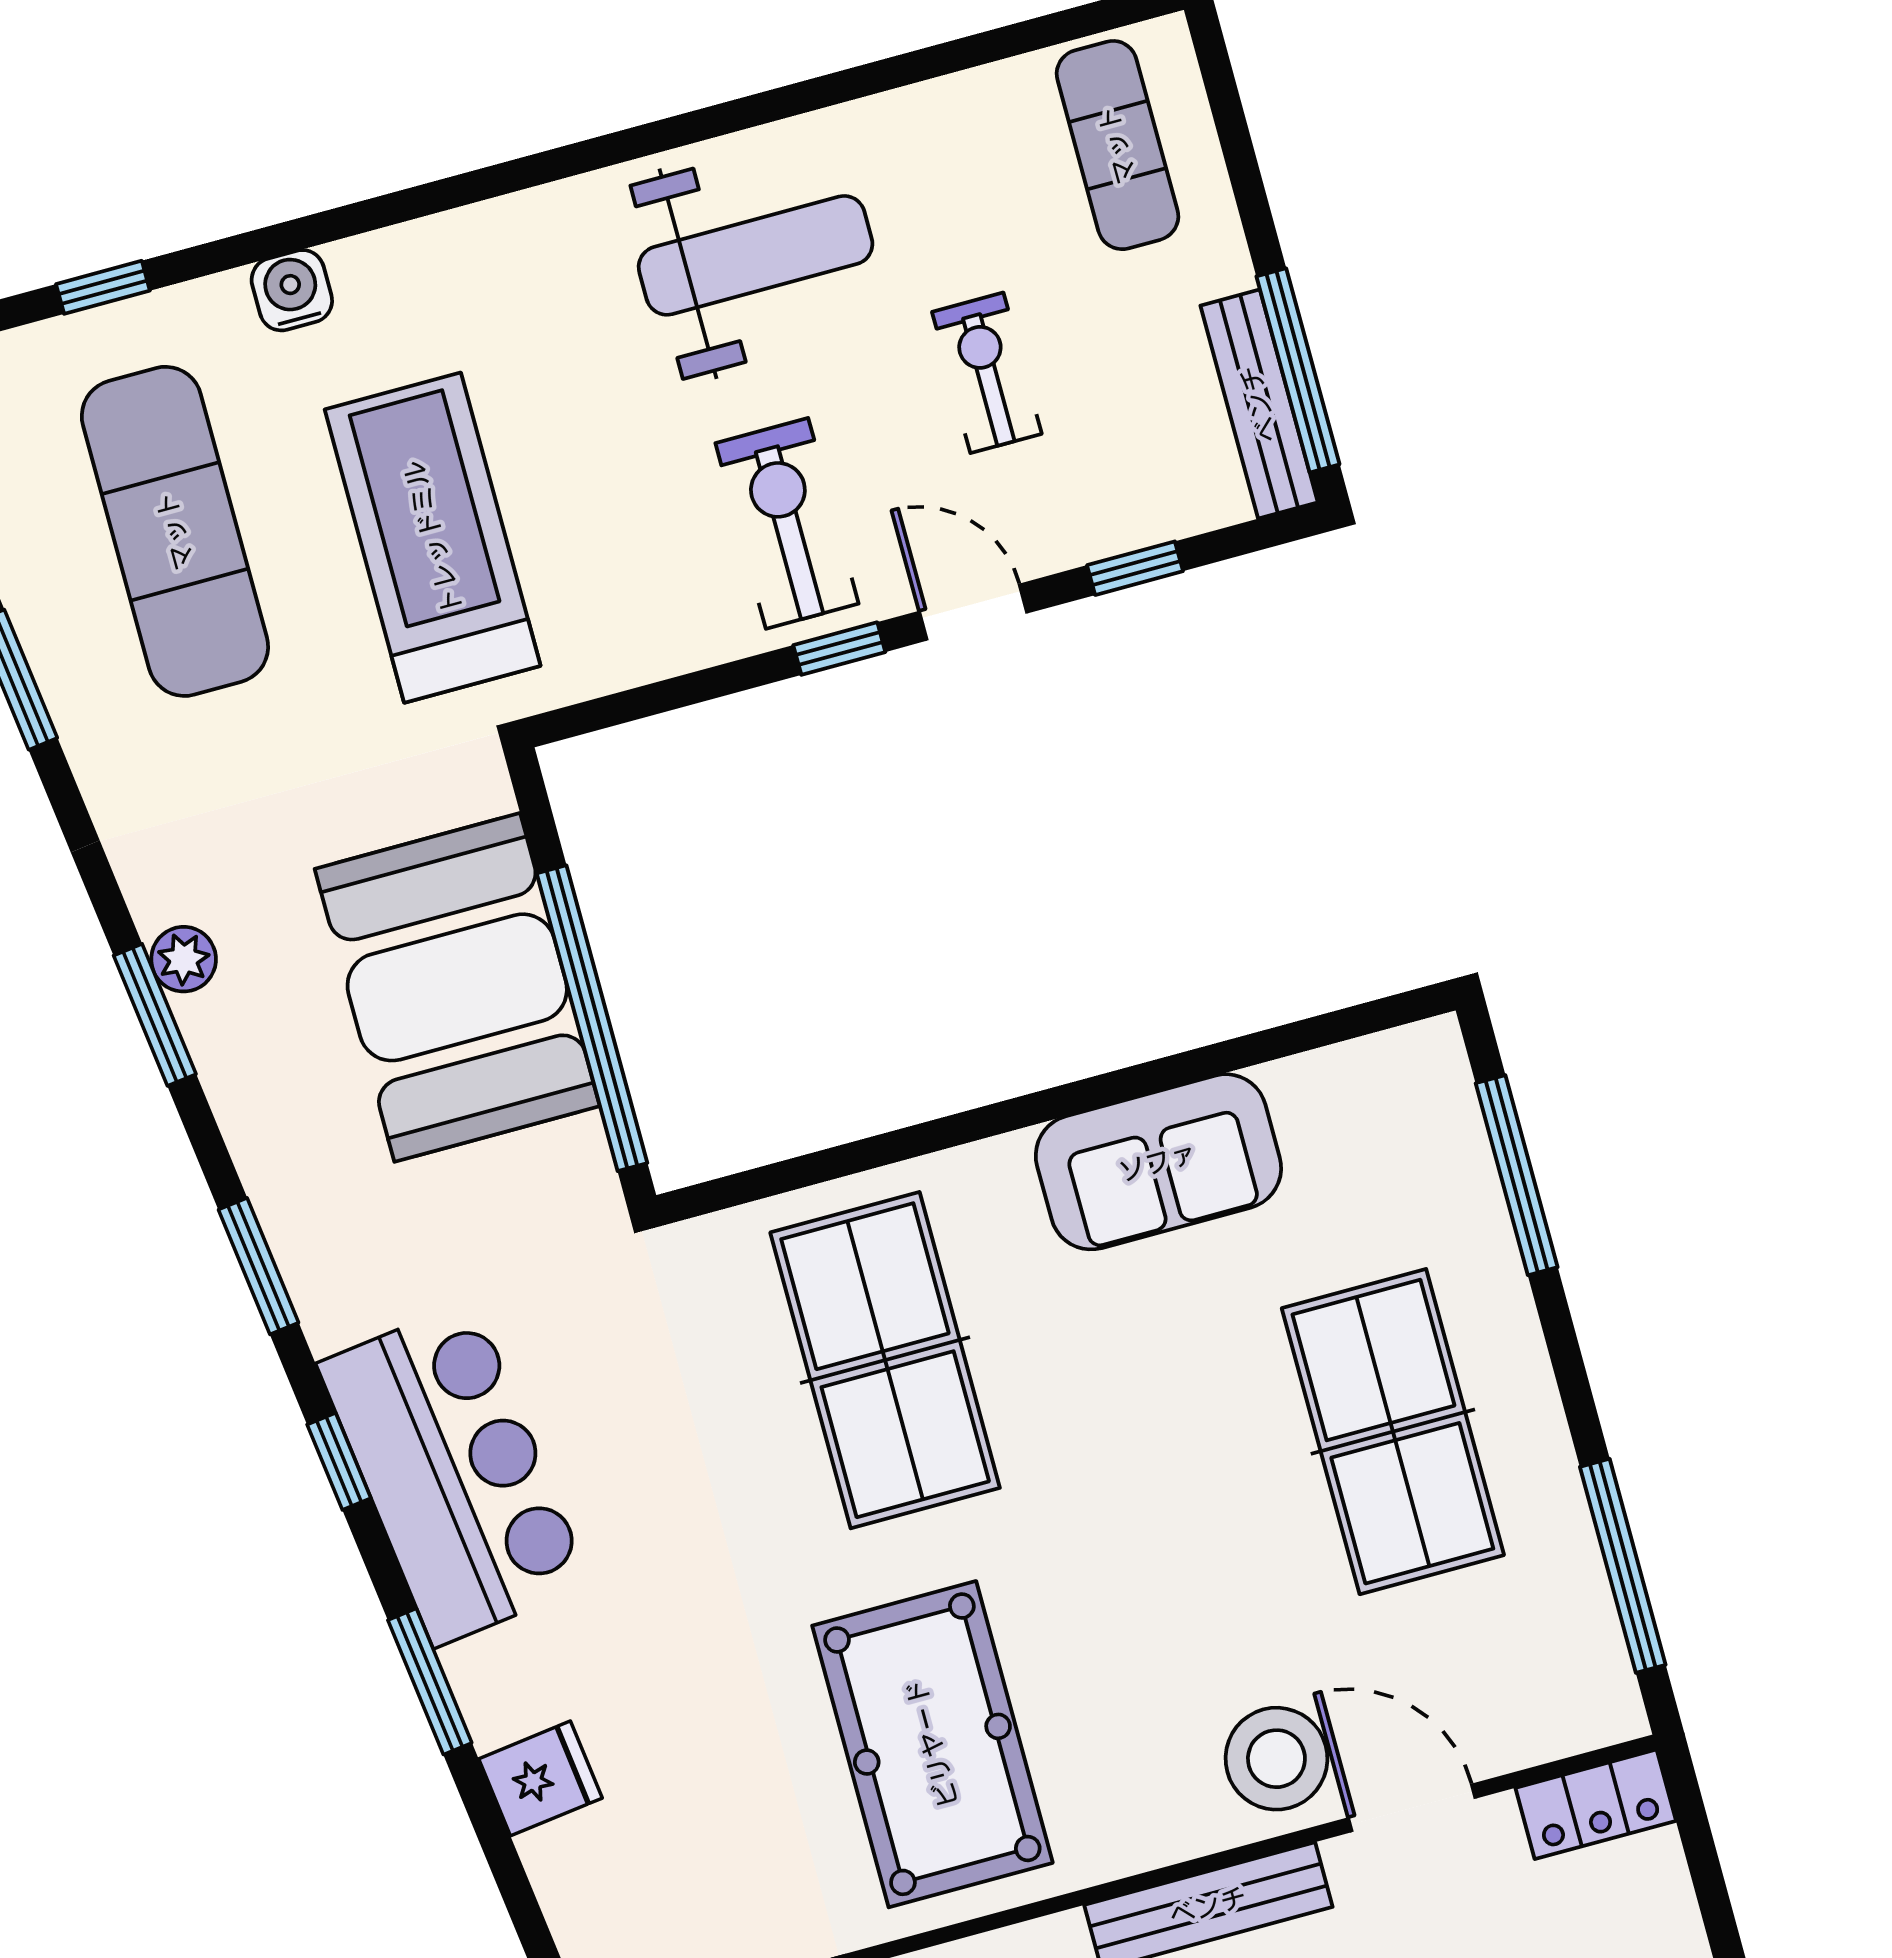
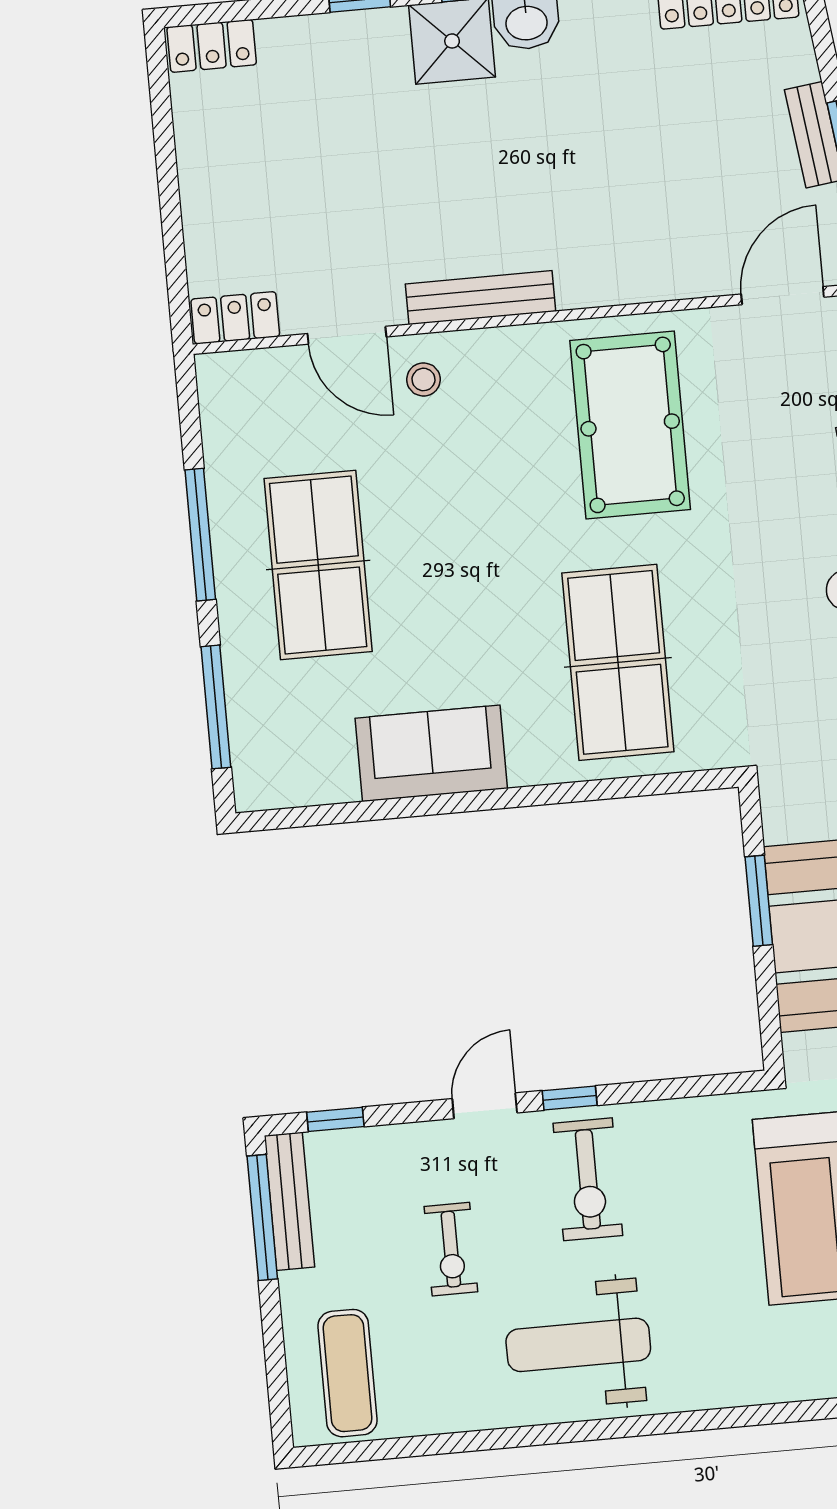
window: (1135, 568) -> (335, 1119), moved
door: (973, 612) -> (485, 1106), swing flipped
window: (592, 1018) -> (759, 901), width x0.47
window: (1623, 1566) -> (200, 535), moved
stool: (1276, 1759) -> (424, 379), width x0.53, depth x0.53

